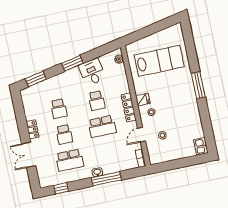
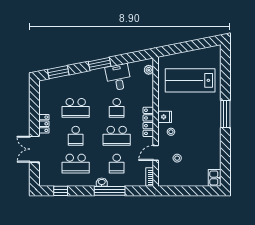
lab bench: (159, 61) -> (190, 80), turned 180
school desk: (59, 109) -> (76, 108), width x1.85
school desk: (108, 152) -> (117, 164), added

